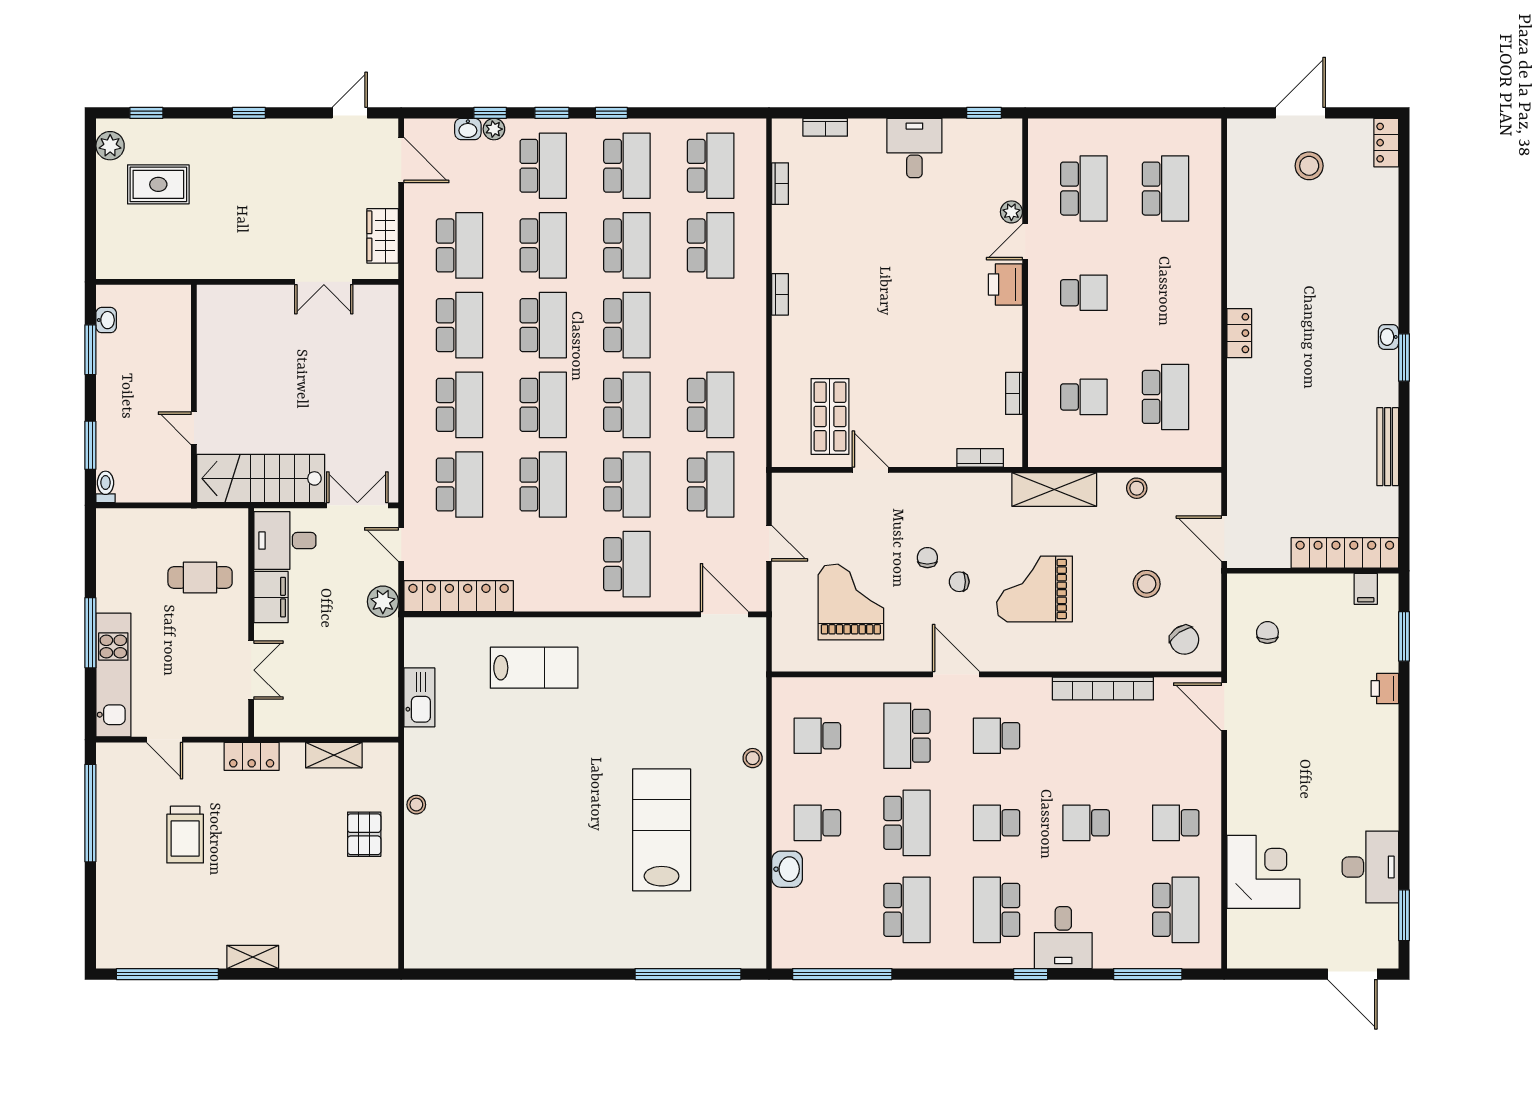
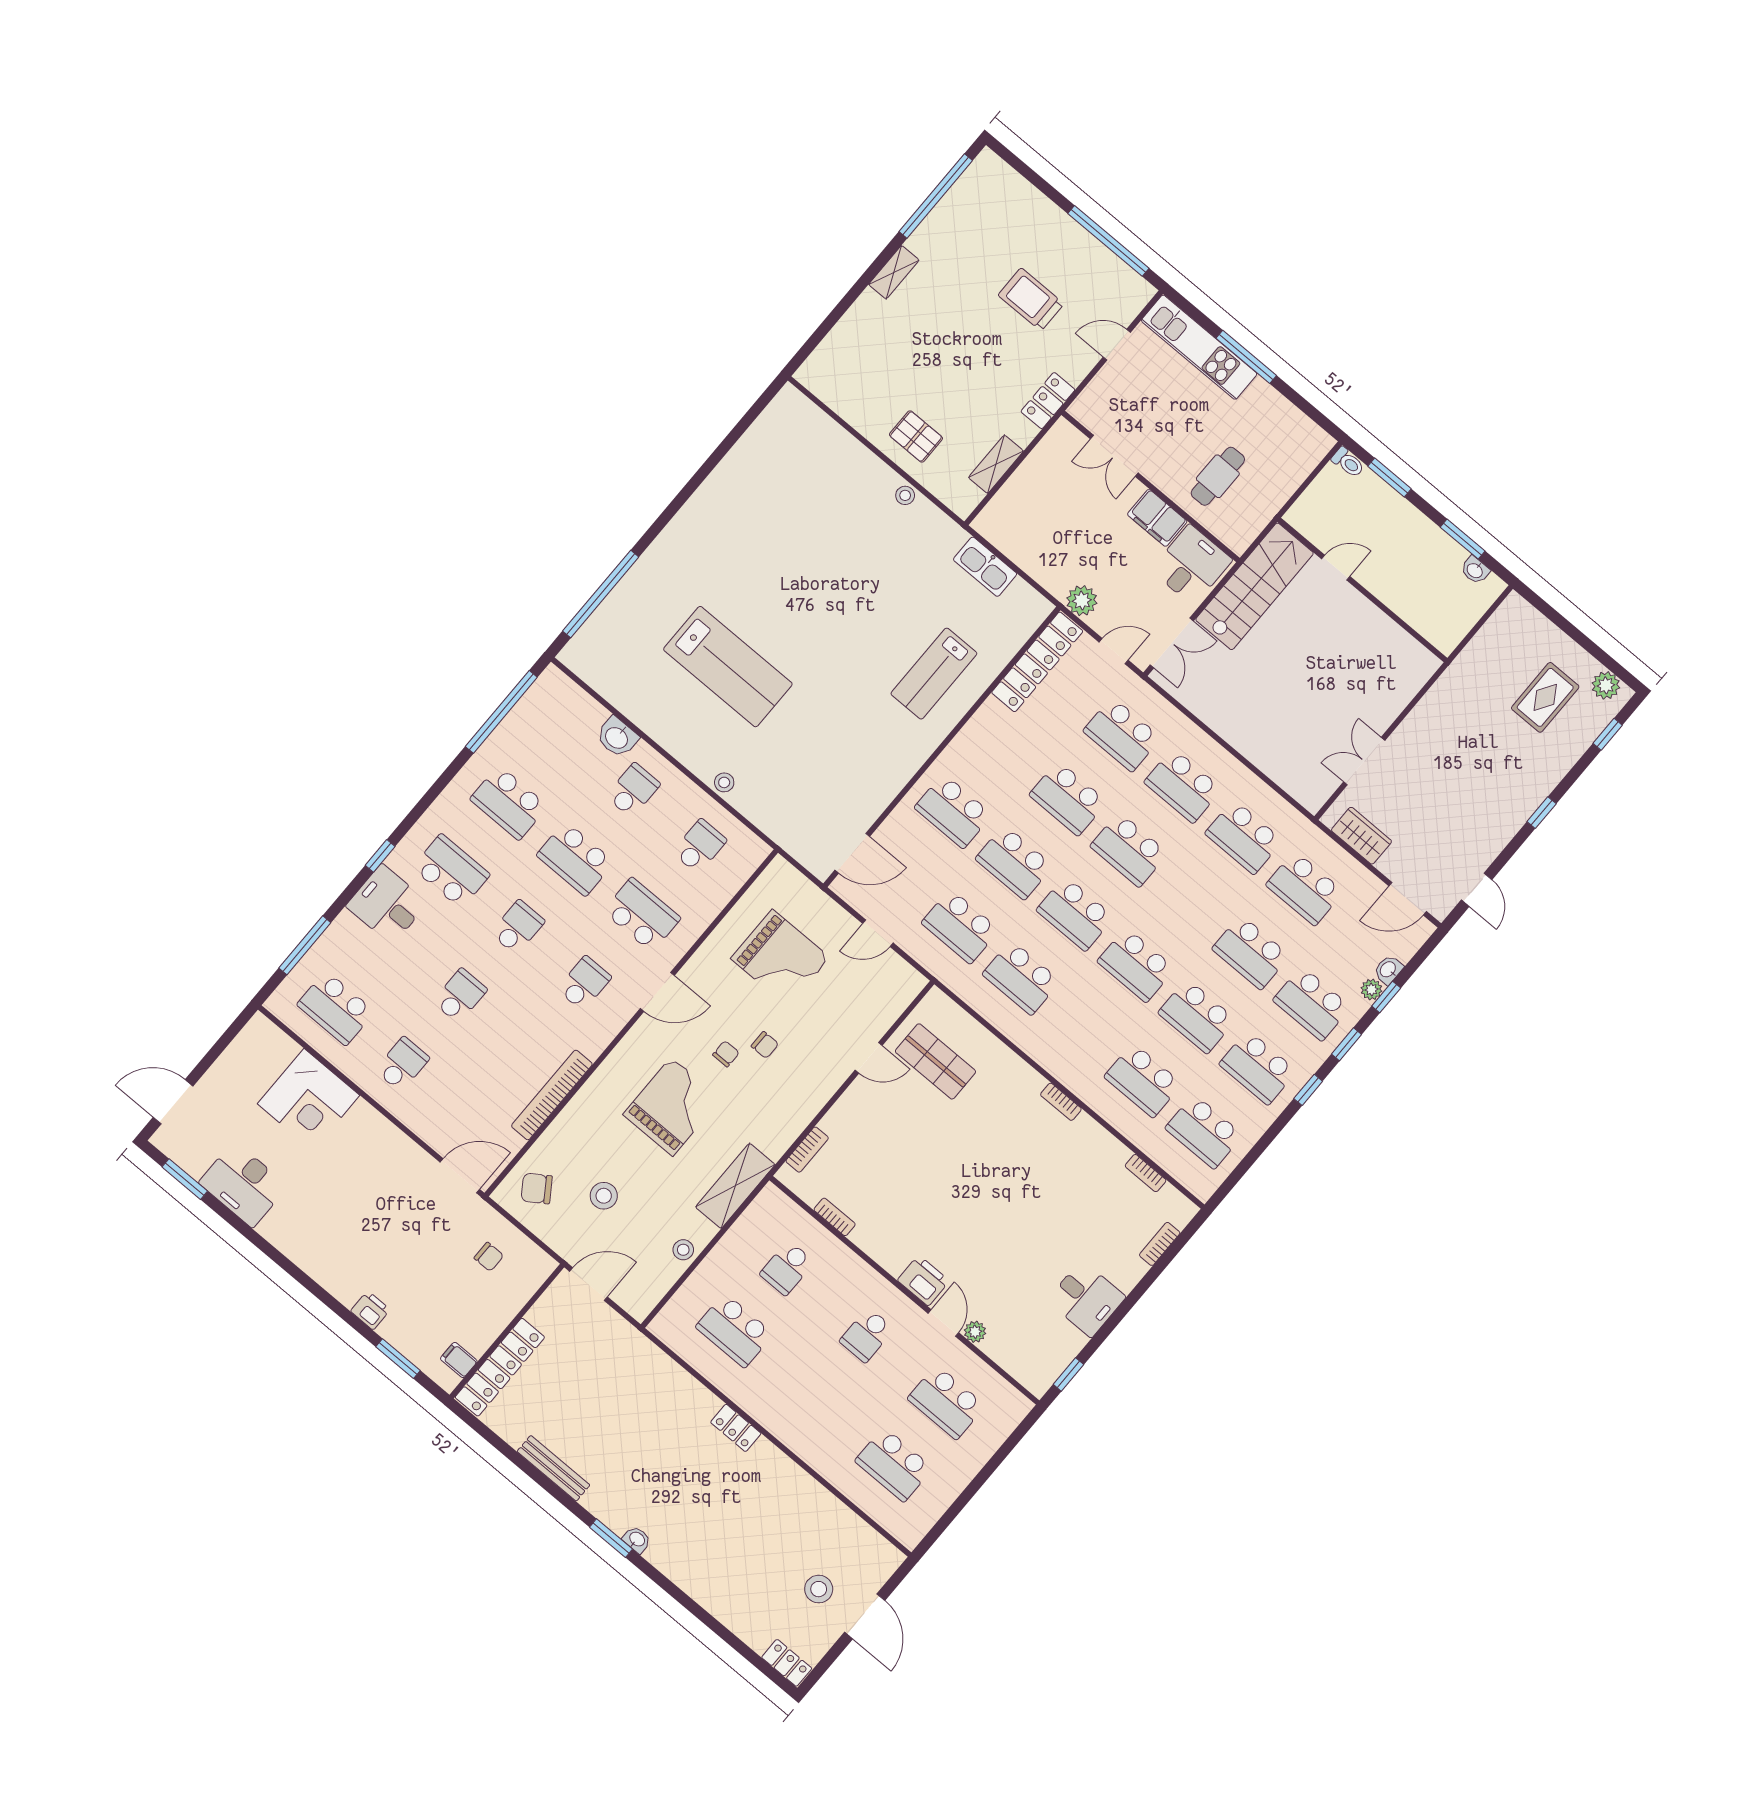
school desk: (543, 325) -> (1190, 901), removed

